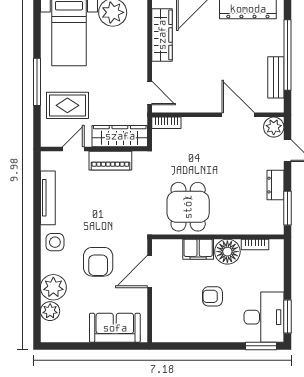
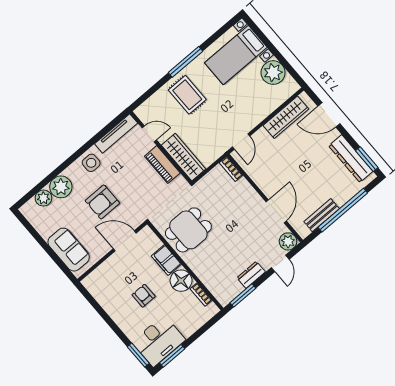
wardrobe: (120, 136) -> (184, 157), moved
door: (73, 149) -> (149, 134), moved
wall: (94, 149) -> (161, 147), moved
piano: (110, 161) -> (162, 165), moved

